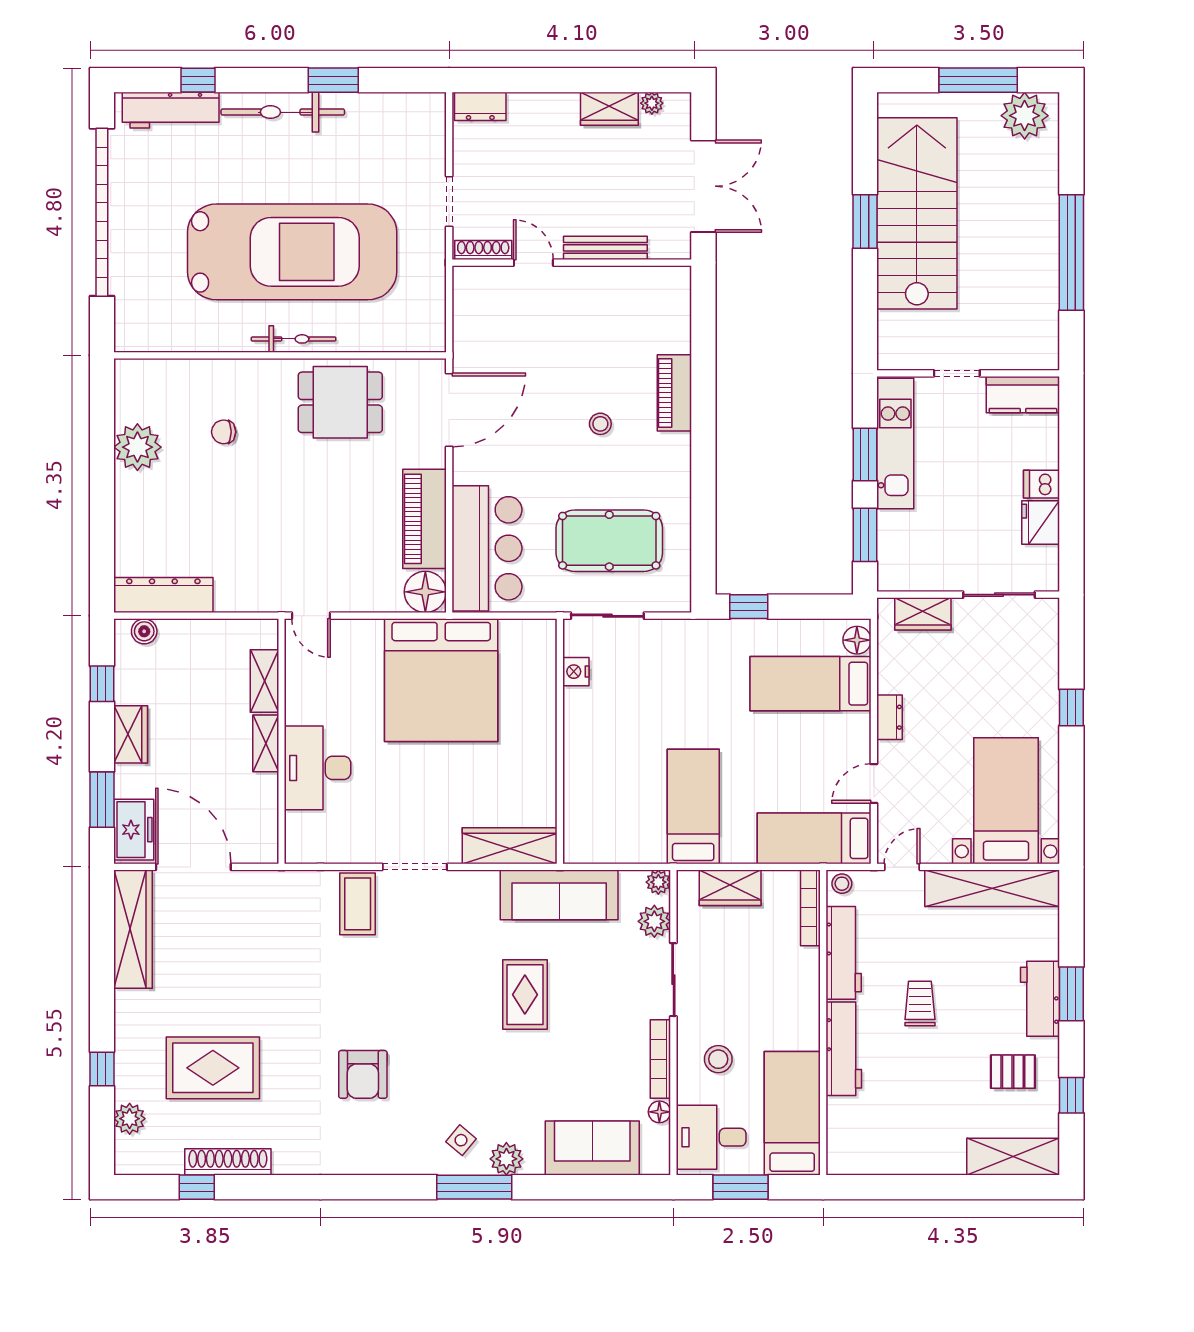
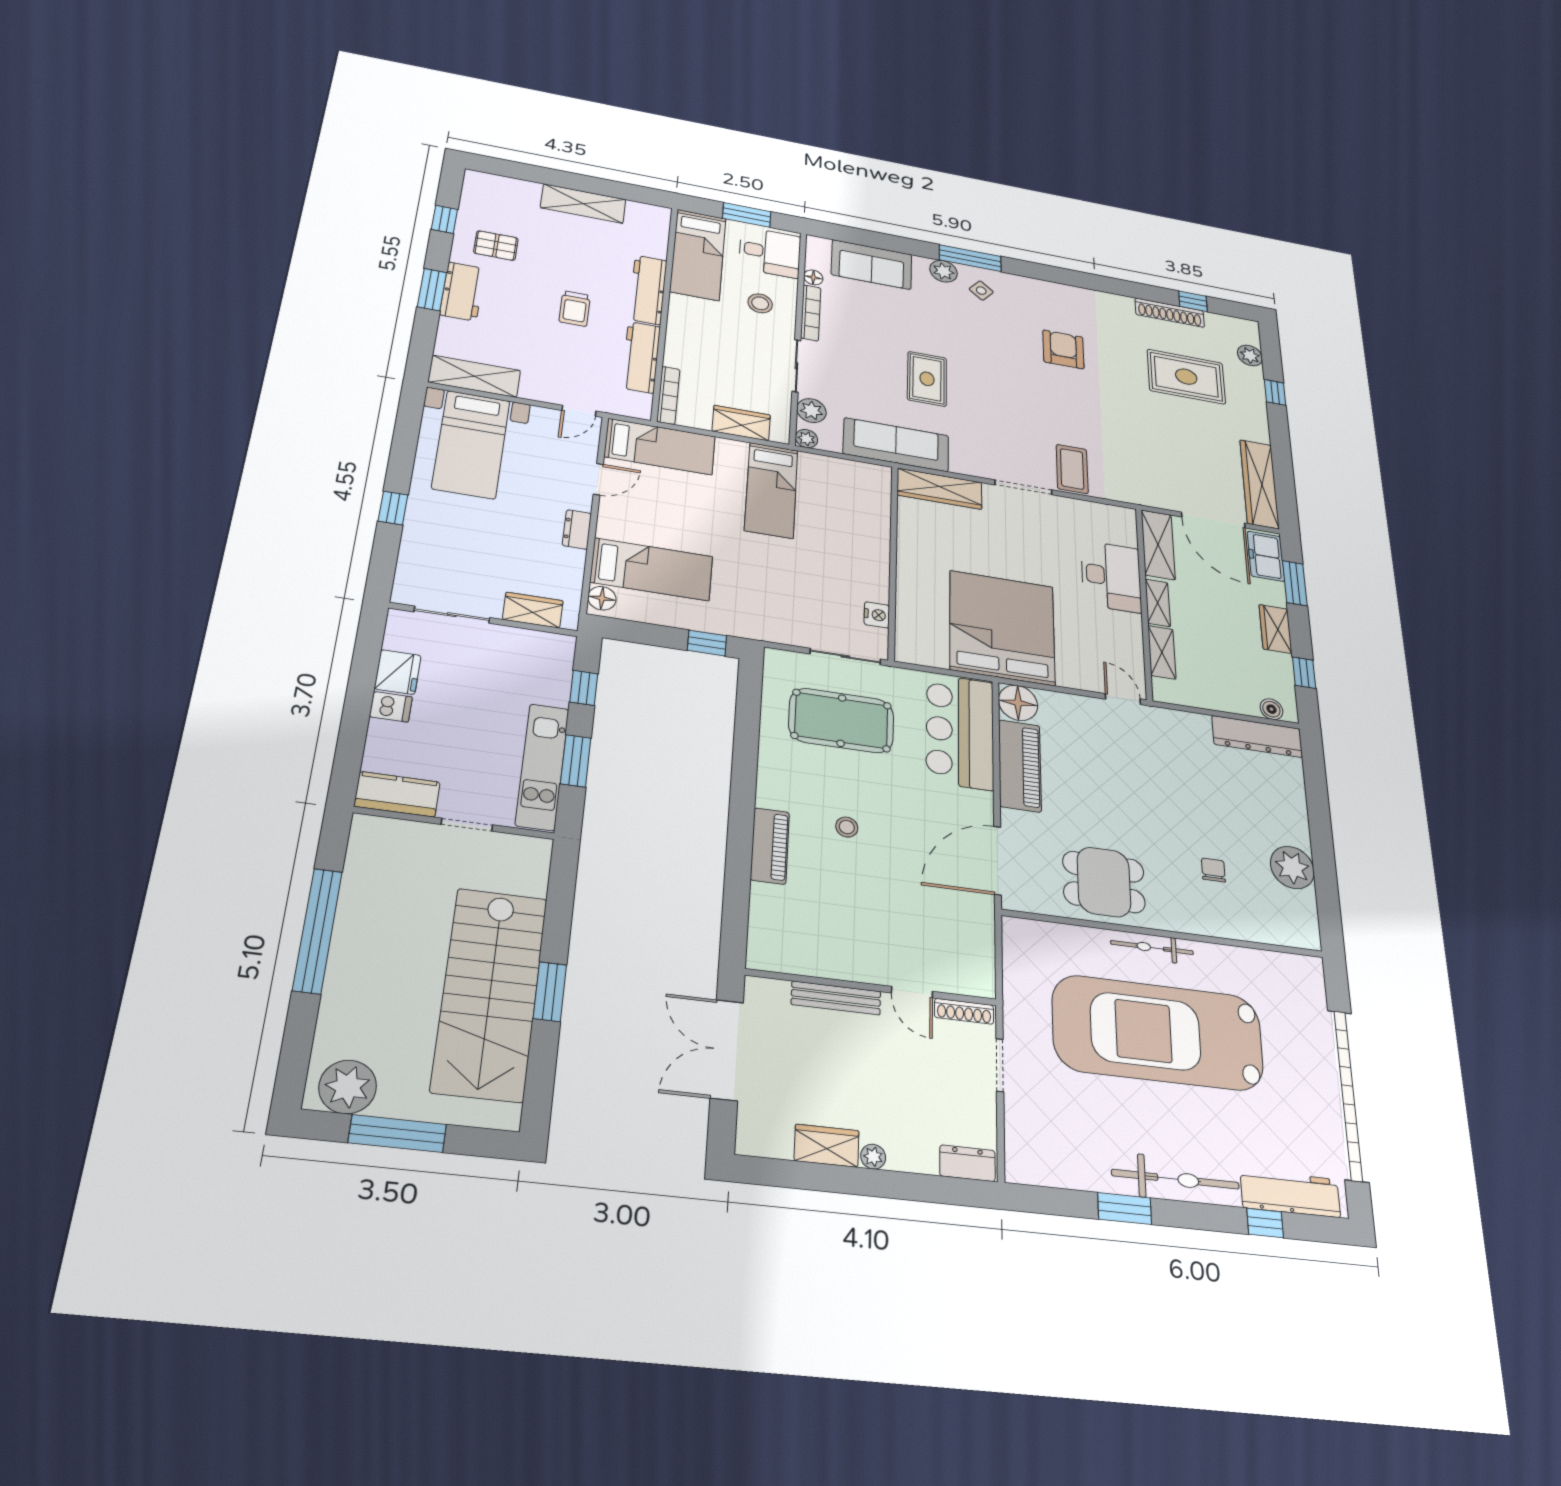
plant: (652, 103) -> (873, 1157), moved
chair: (224, 432) -> (1213, 870), turned -90
window: (865, 535) -> (584, 688), width x0.67
shelving: (261, 820) -> (1158, 545), added
stool: (842, 884) -> (637, 408), removed
shelving: (992, 888) -> (474, 376), width x0.68
shelving: (1013, 1157) -> (583, 204), moved

